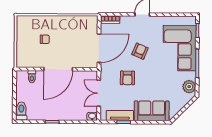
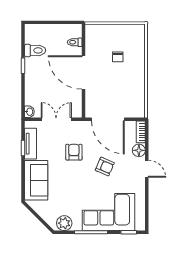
floor lamp: (126, 21) -> (139, 150), added
armchair: (127, 78) -> (74, 152), turned 90
toilet: (21, 111) -> (35, 50), moved

